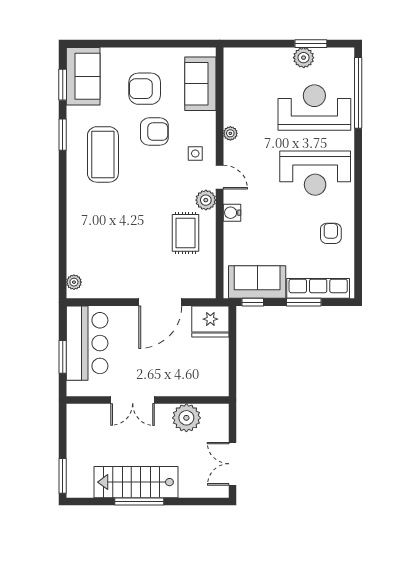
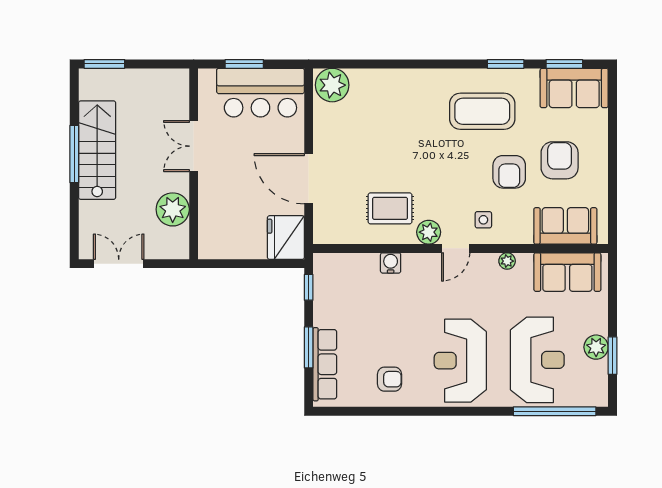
water cooler: (232, 213) -> (391, 263), moved
plant: (74, 282) -> (332, 85), width x1.87, depth x1.87
sofa: (257, 282) -> (567, 272), moved, turned 90

